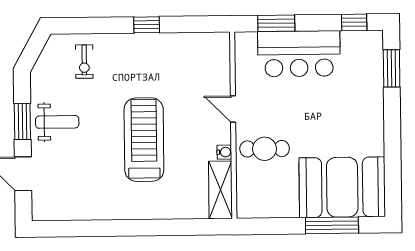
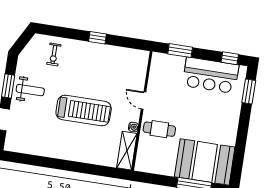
bar counter: (299, 54) -> (211, 75), moved
treadmill: (144, 140) -> (84, 111), turned 90

